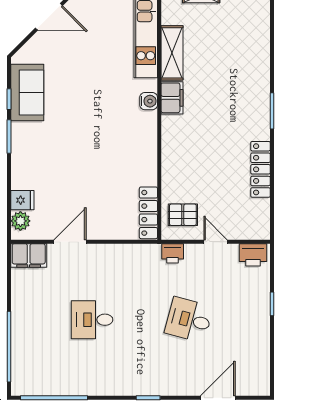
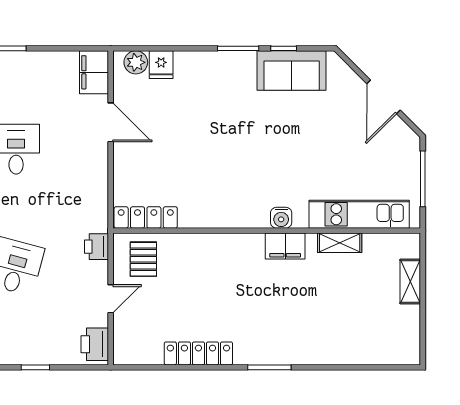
shelving: (172, 53) -> (340, 243), width x0.67, depth x0.75

